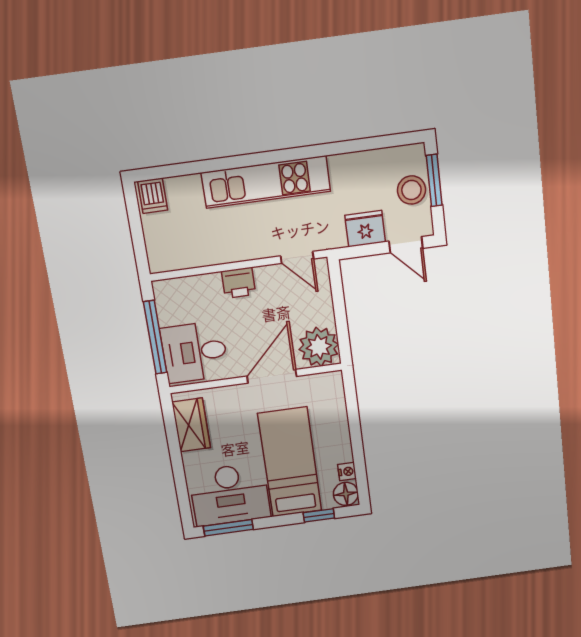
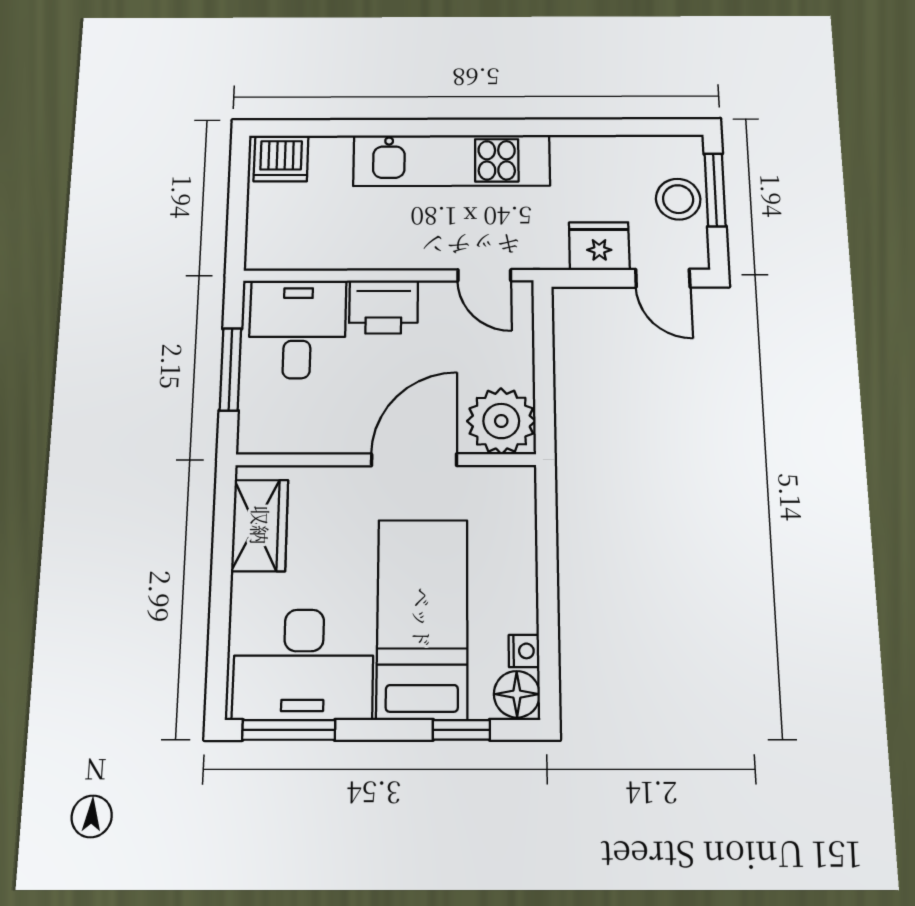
dishwasher: (153, 196) -> (281, 159), width x1.38
printer: (239, 283) -> (384, 307), width x1.36, depth x1.24
window: (155, 337) -> (230, 369), width x0.69
desk: (194, 352) -> (297, 329), moved, turned 90

